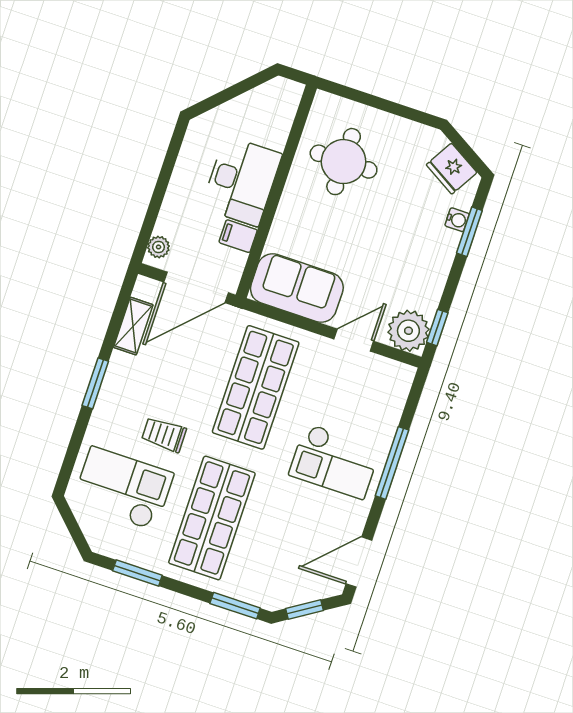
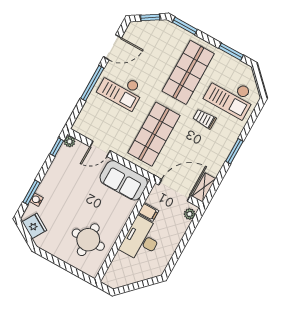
shelving: (133, 326) -> (204, 187), moved
plant: (408, 331) -> (70, 142), width x0.53, depth x0.53
trolley: (164, 435) -> (205, 119), turned 180
checkout: (335, 461) -> (121, 89), turned 180
door: (359, 562) -> (112, 47), moved

